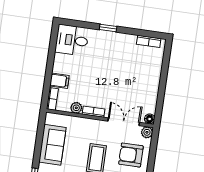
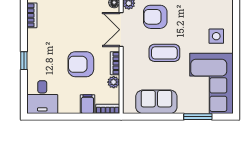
armchair: (97, 80) -> (81, 64), added
armchair: (131, 155) -> (155, 17), turned 90

